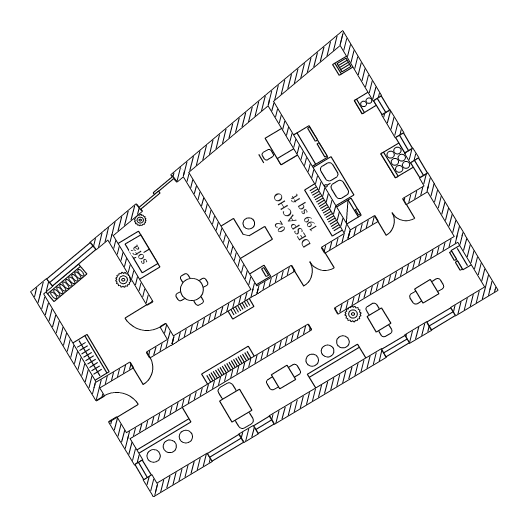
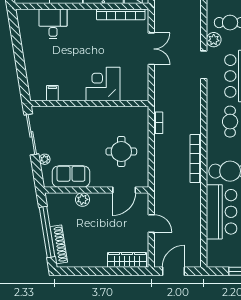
filing cabinet: (260, 275) -> (52, 93), moved
bar counter: (164, 437) -> (222, 212), moved

